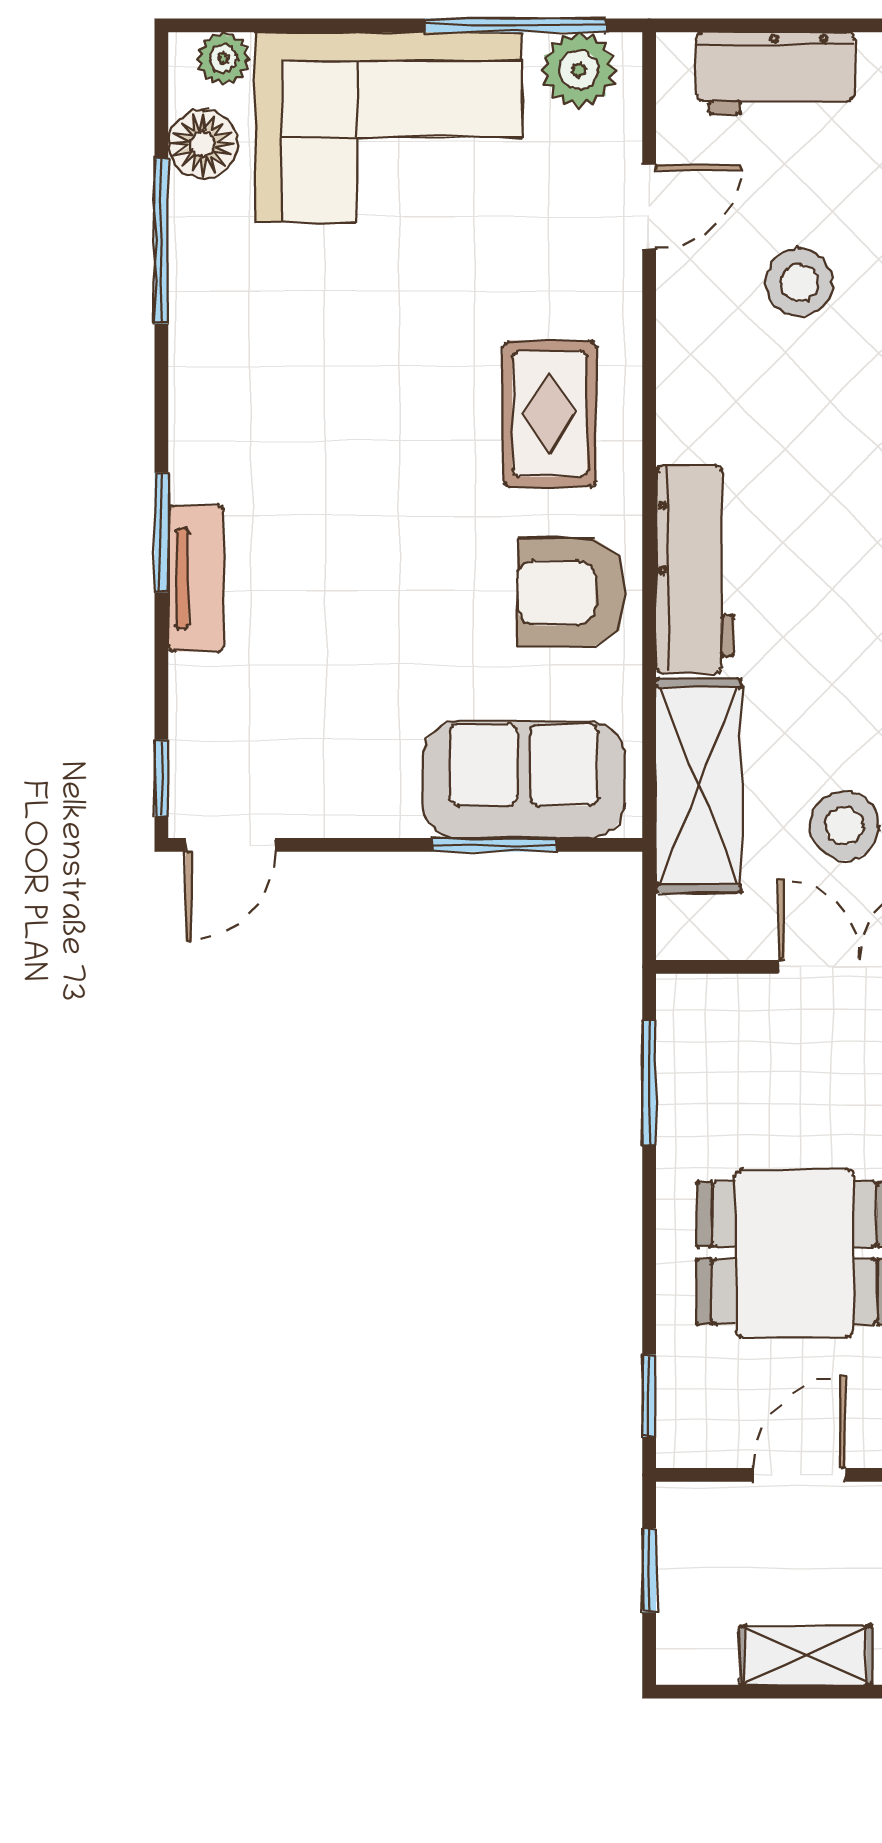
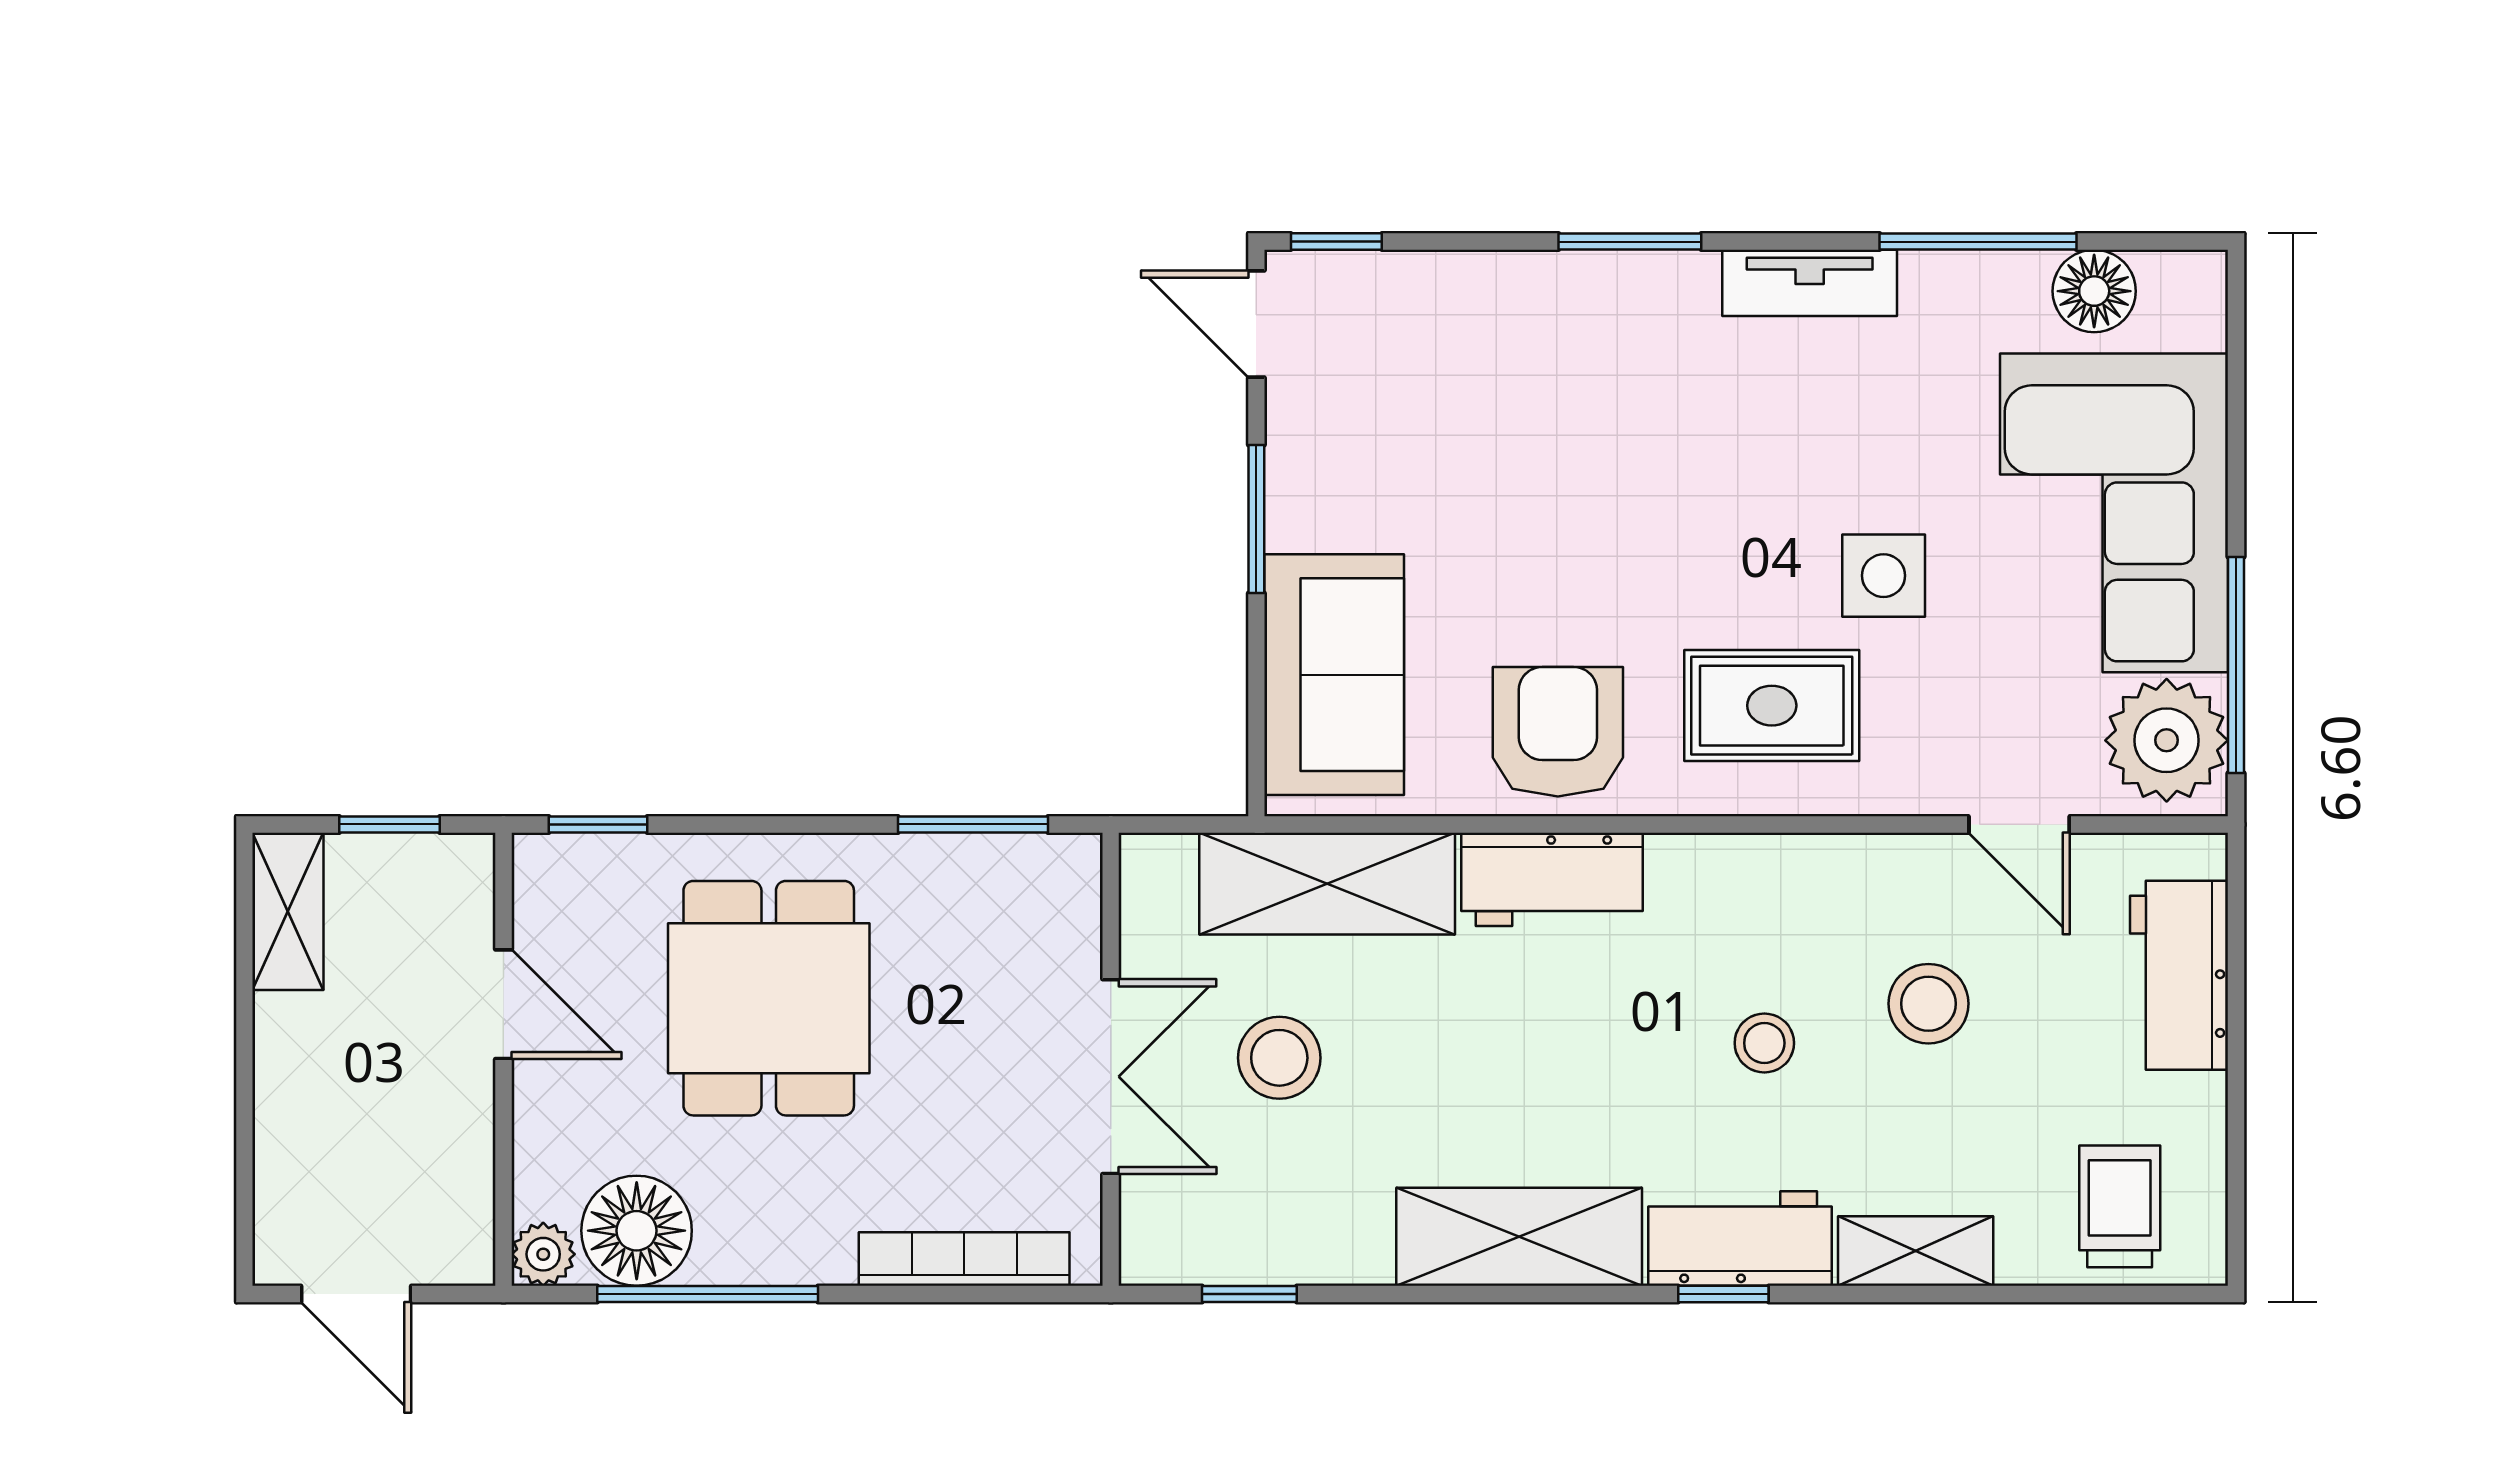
plant: (223, 58) -> (2196, 315), removed
plant: (579, 70) -> (2167, 740), width x1.36, depth x1.36
side table: (441, 320) -> (1884, 576), added
stool: (832, 420) -> (1764, 1043), added
workbench: (695, 569) -> (1552, 879), width x0.73
tv unit: (196, 579) -> (1810, 283), moved
window: (494, 845) -> (1256, 519), moved
shelving: (806, 1655) -> (288, 911), moved

